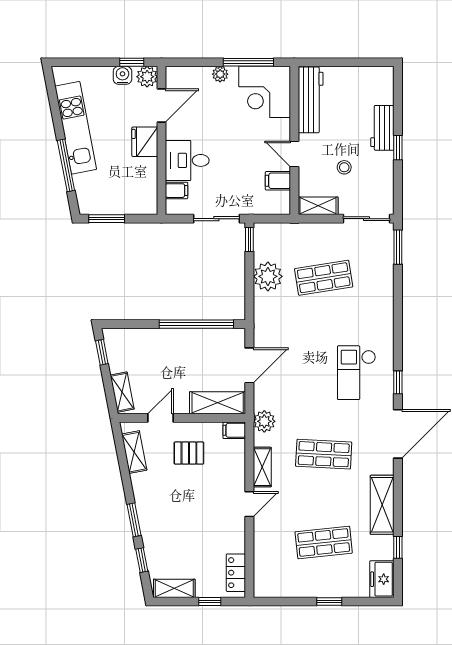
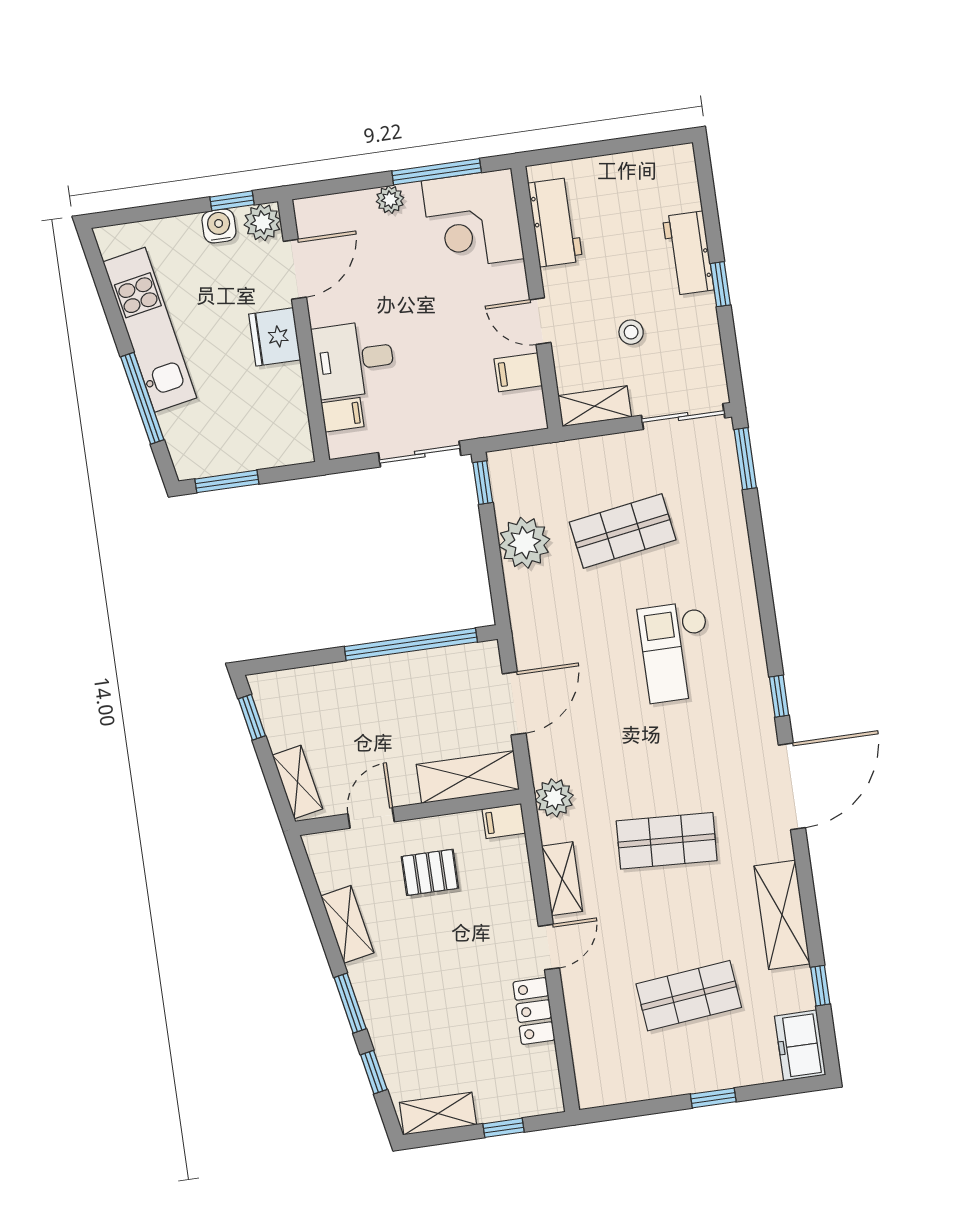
workbench: (311, 100) -> (555, 222), width x0.73
checkout: (356, 373) -> (677, 652), moved
shelving: (134, 452) -> (347, 924), moved
locker: (236, 573) -> (534, 1011), moved

